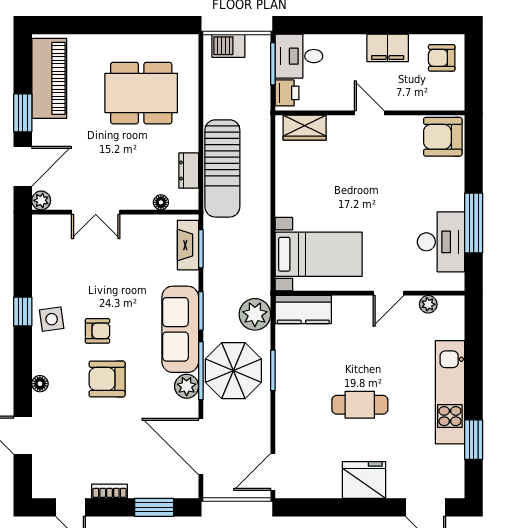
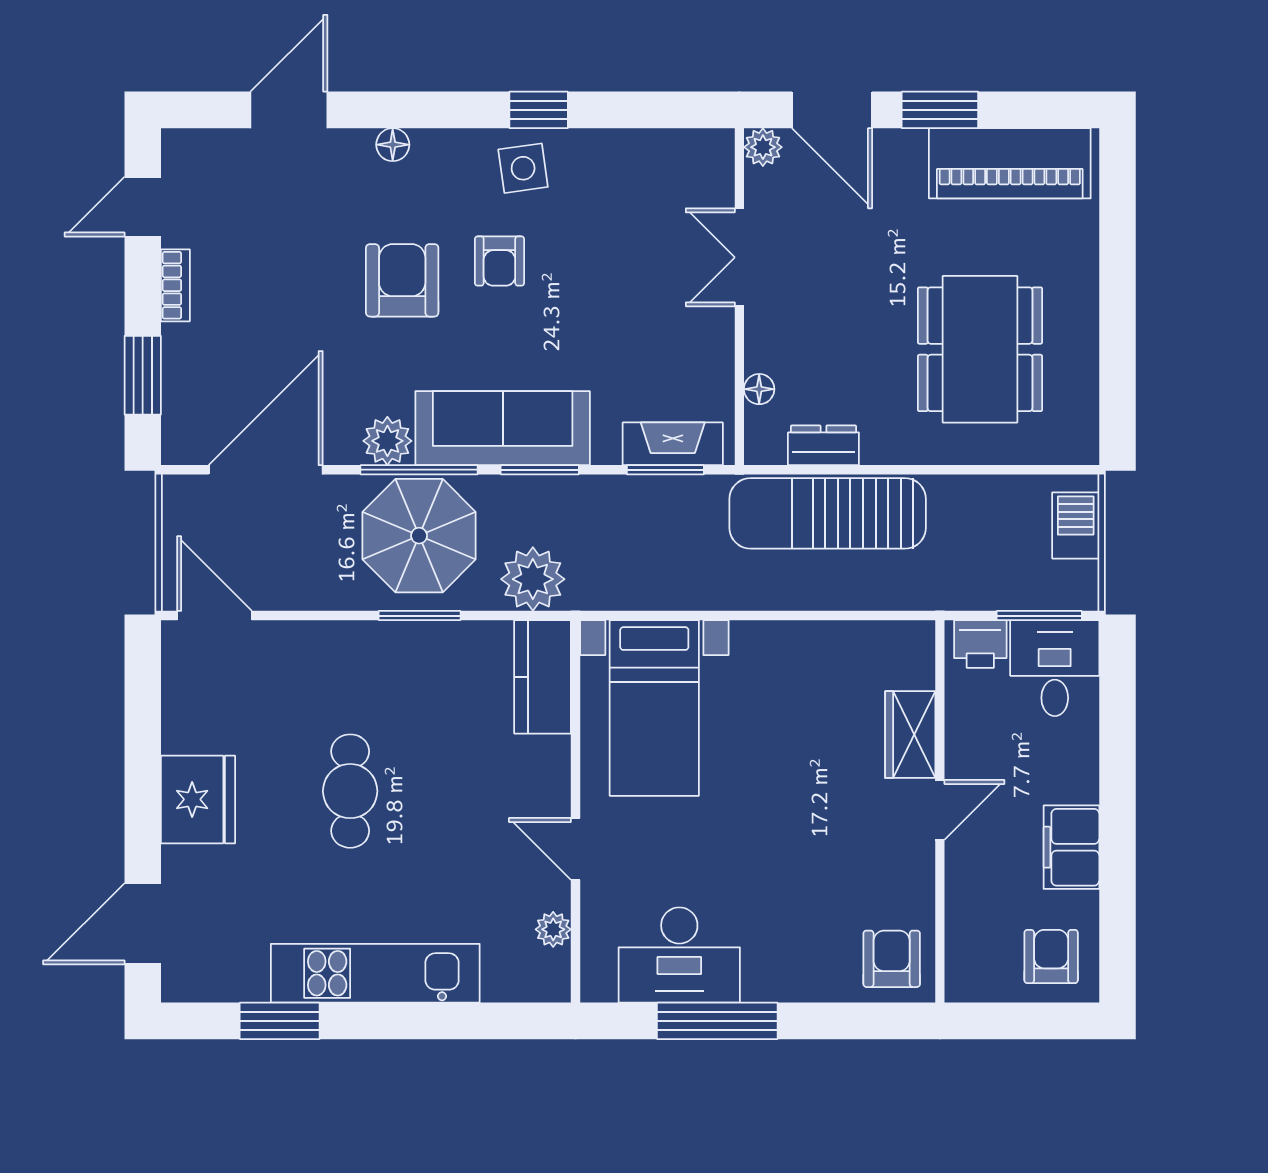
wardrobe: (305, 128) -> (910, 735), moved
armchair: (443, 137) -> (892, 959), width x0.72, depth x0.72

